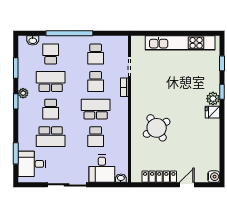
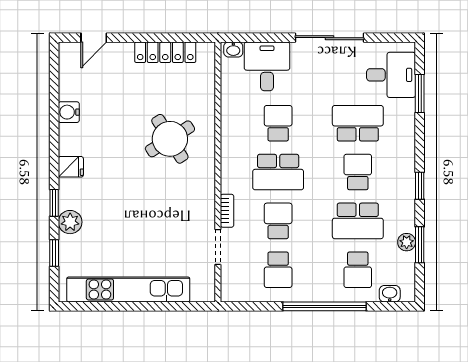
school desk: (96, 54) -> (278, 270), turned 180
plant: (23, 93) -> (407, 242), moved
plant: (213, 99) -> (70, 222), moved
water cooler: (214, 177) -> (69, 112), moved
door: (187, 185) -> (94, 38), moved

